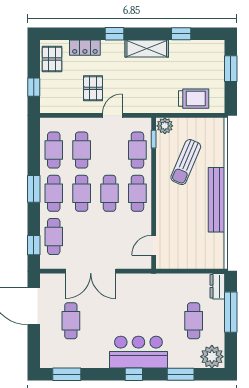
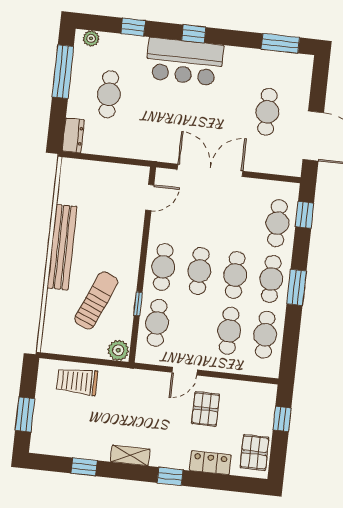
shelving: (147, 48) -> (130, 455), width x0.67, depth x0.75
window: (154, 139) -> (138, 304), moved
double door: (91, 271) -> (210, 170), moved
window: (231, 312) -> (63, 72), moved
plant: (212, 357) -> (91, 38), width x0.53, depth x0.53
window: (181, 374) -> (133, 27), width x0.67

